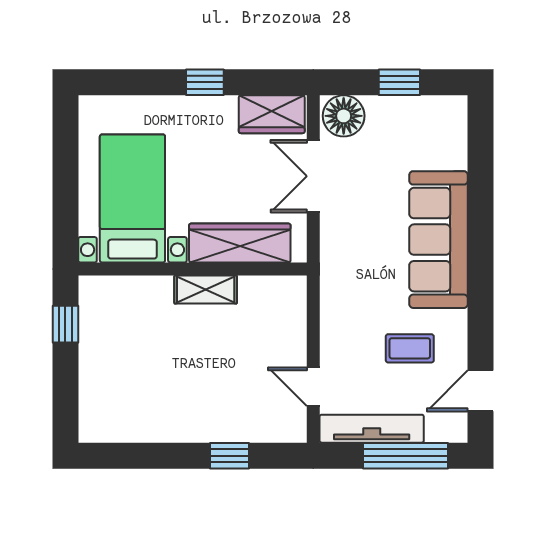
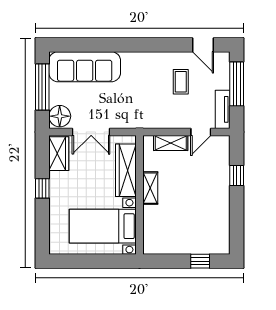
window: (399, 82) -> (42, 87), width x2.17
sofa: (439, 240) -> (85, 67), moved
window: (65, 324) -> (200, 261), moved
shelving: (292, 329) -> (171, 143), added
tv unit: (372, 429) -> (223, 109), width x0.71

